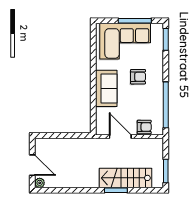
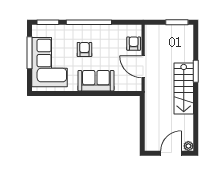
window: (166, 105) -> (89, 22), moved
door: (120, 137) -> (143, 67), hinge flipped
stairs: (126, 178) -> (184, 88), moved

